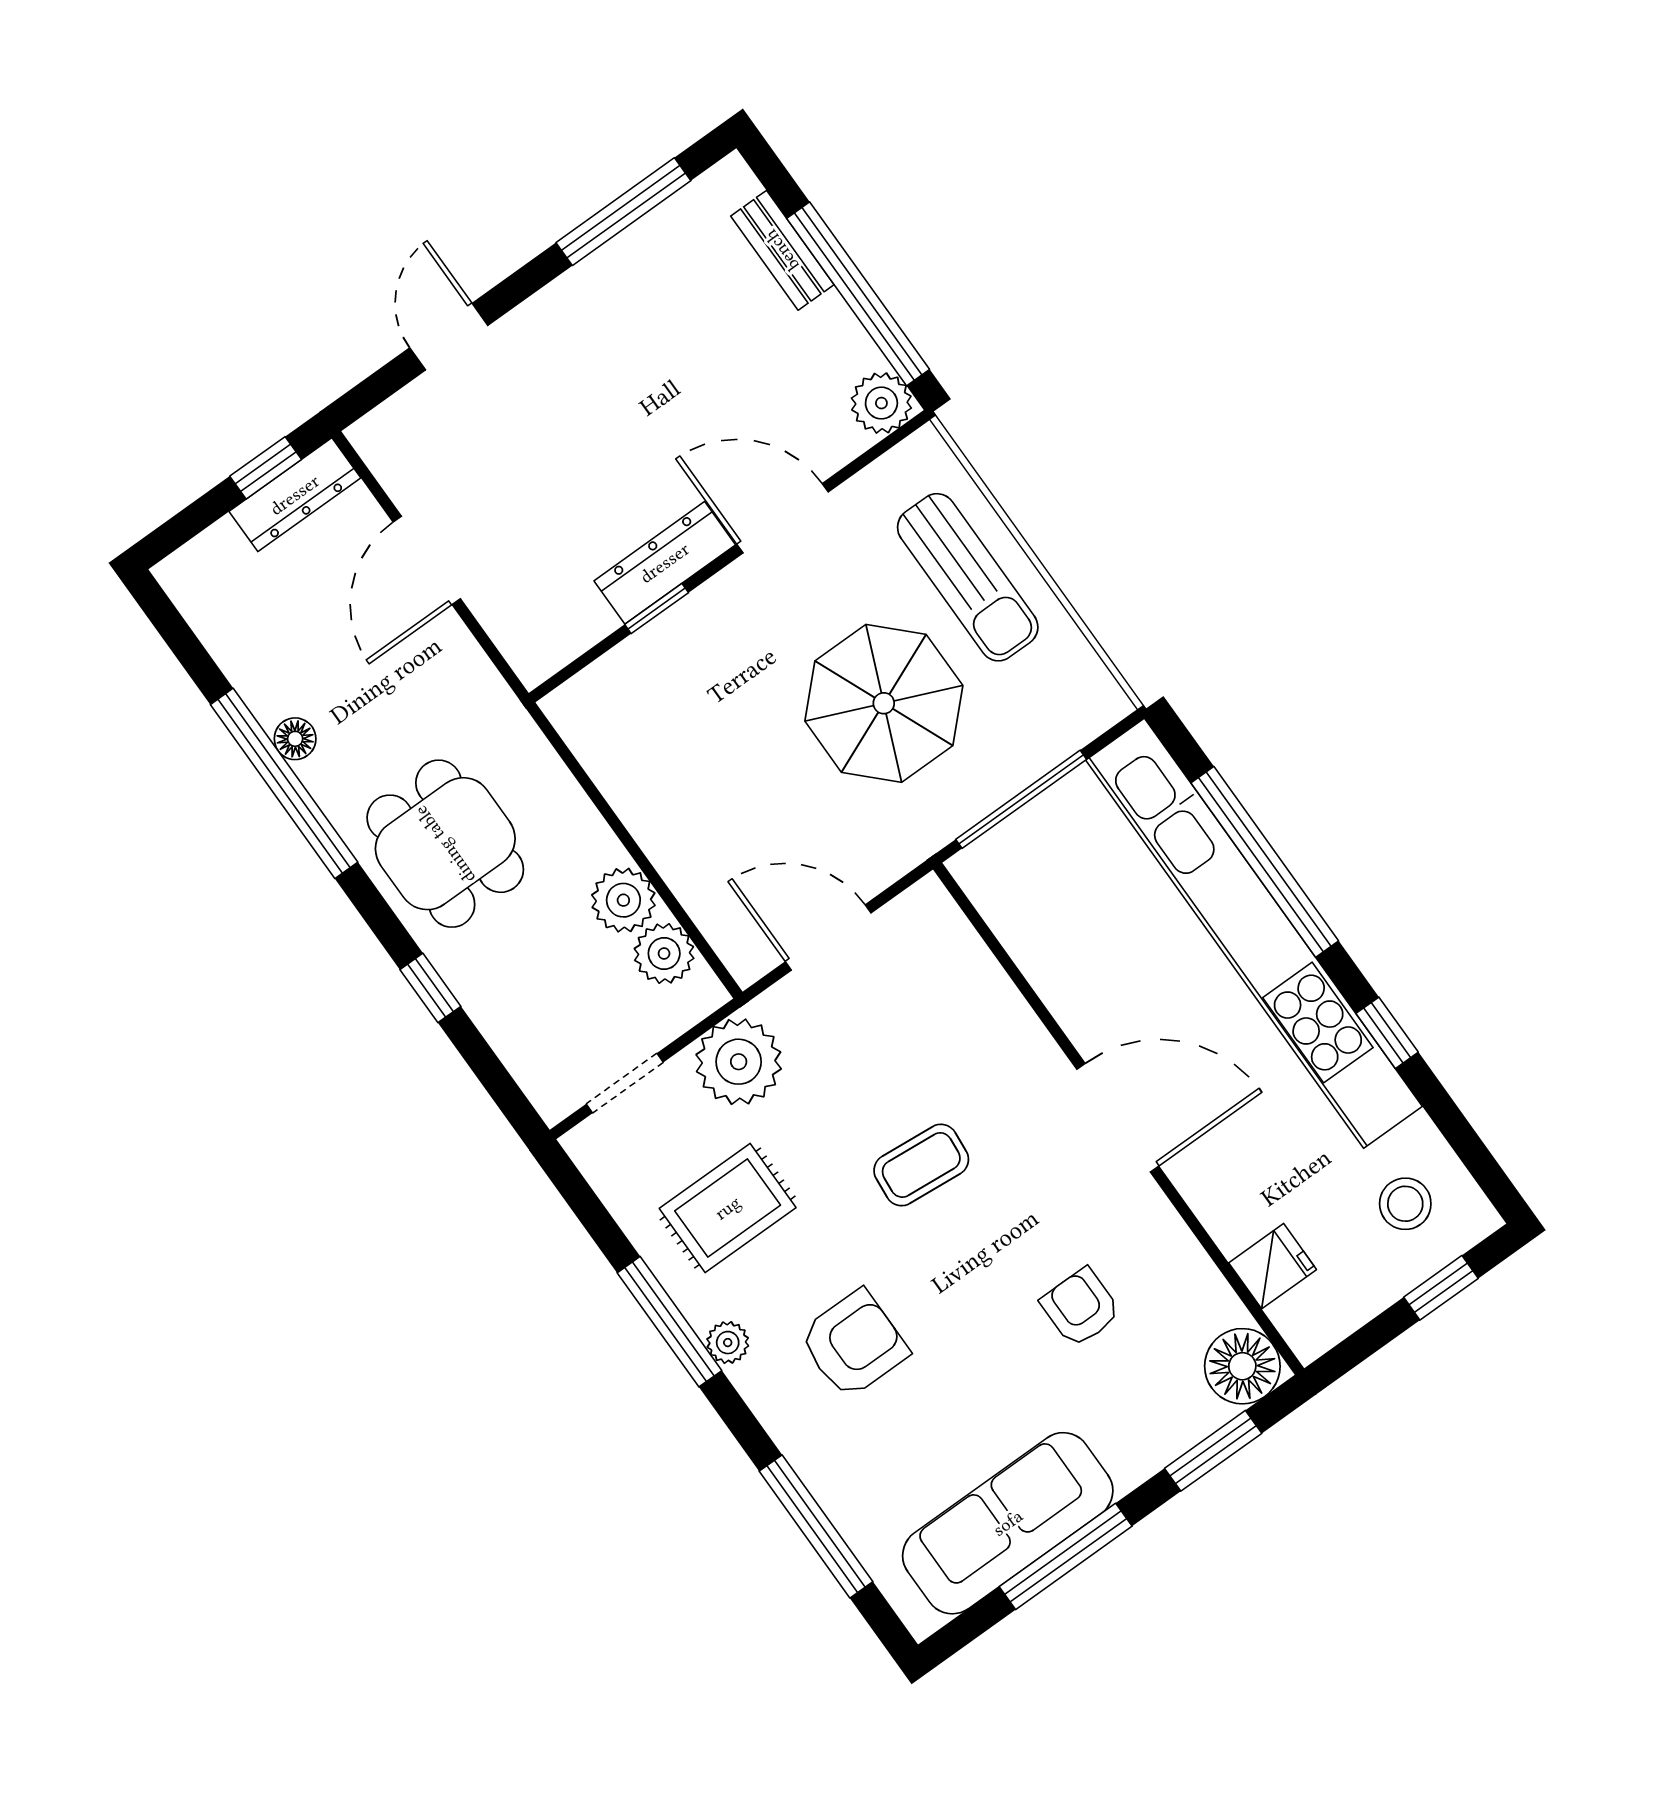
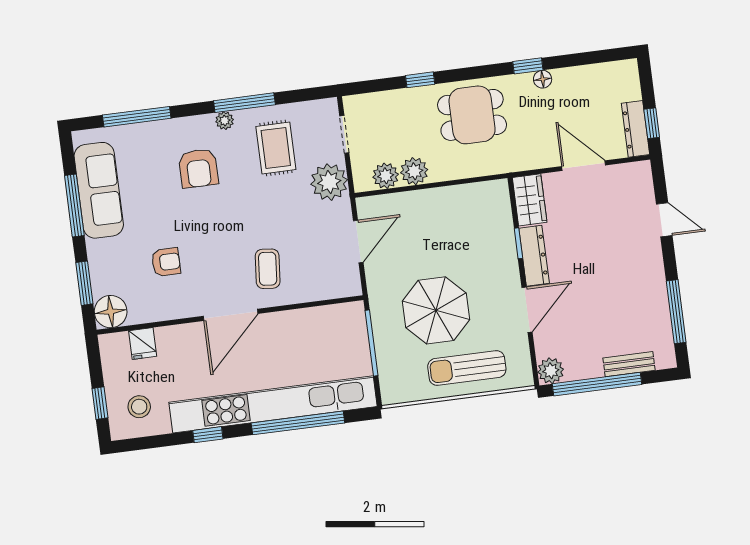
wardrobe: (556, 633) -> (530, 200), added
window: (284, 783) -> (528, 66), width x0.32
coffee table: (921, 1165) -> (268, 269), moved

